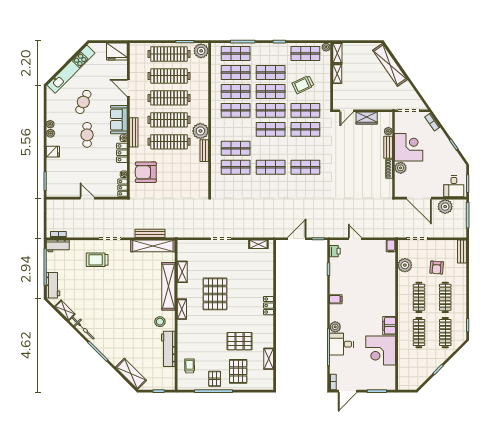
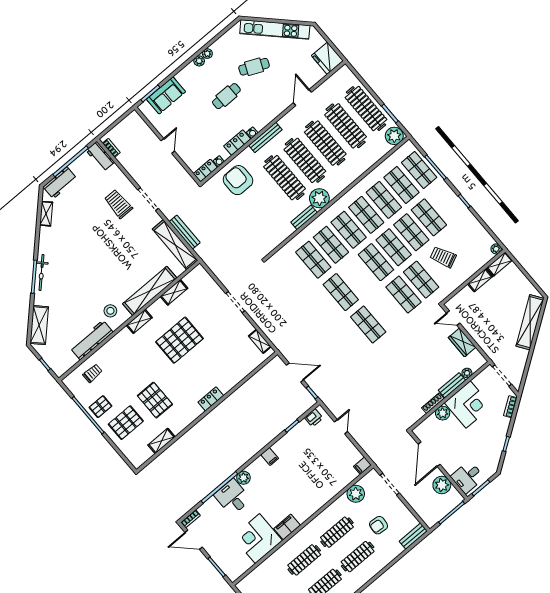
shop shelf: (305, 53) -> (349, 230), moved
sofa: (119, 120) -> (166, 95), moved, turned 180
fridge: (53, 152) -> (184, 78), removed
bicycle: (83, 328) -> (42, 273), moved

